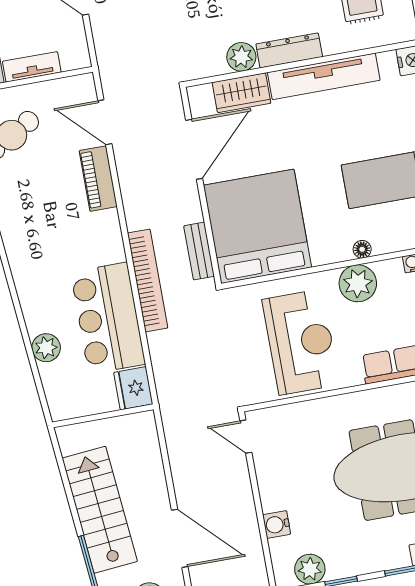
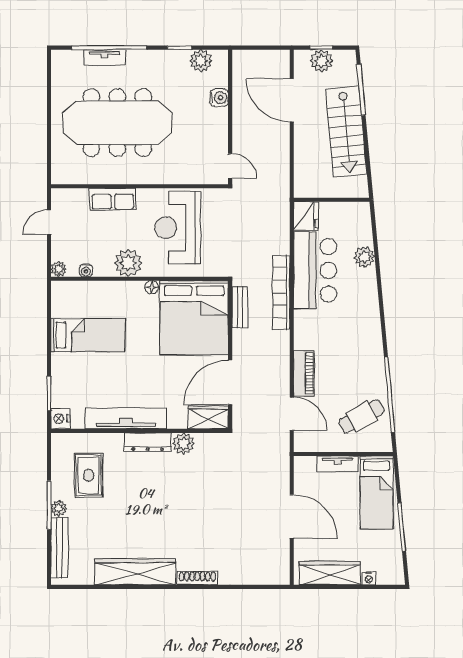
wardrobe: (241, 93) -> (208, 417), moved
floor lamp: (362, 249) -> (152, 287), moved

